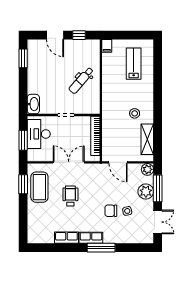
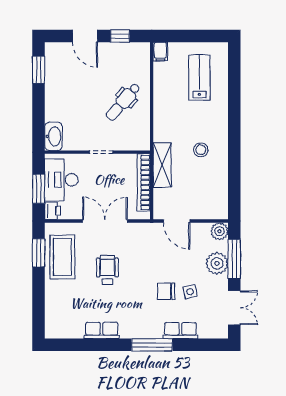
shelving: (147, 139) -> (162, 165), moved
printer: (33, 155) -> (53, 211), added
row of seats: (91, 238) -> (180, 331), moved

